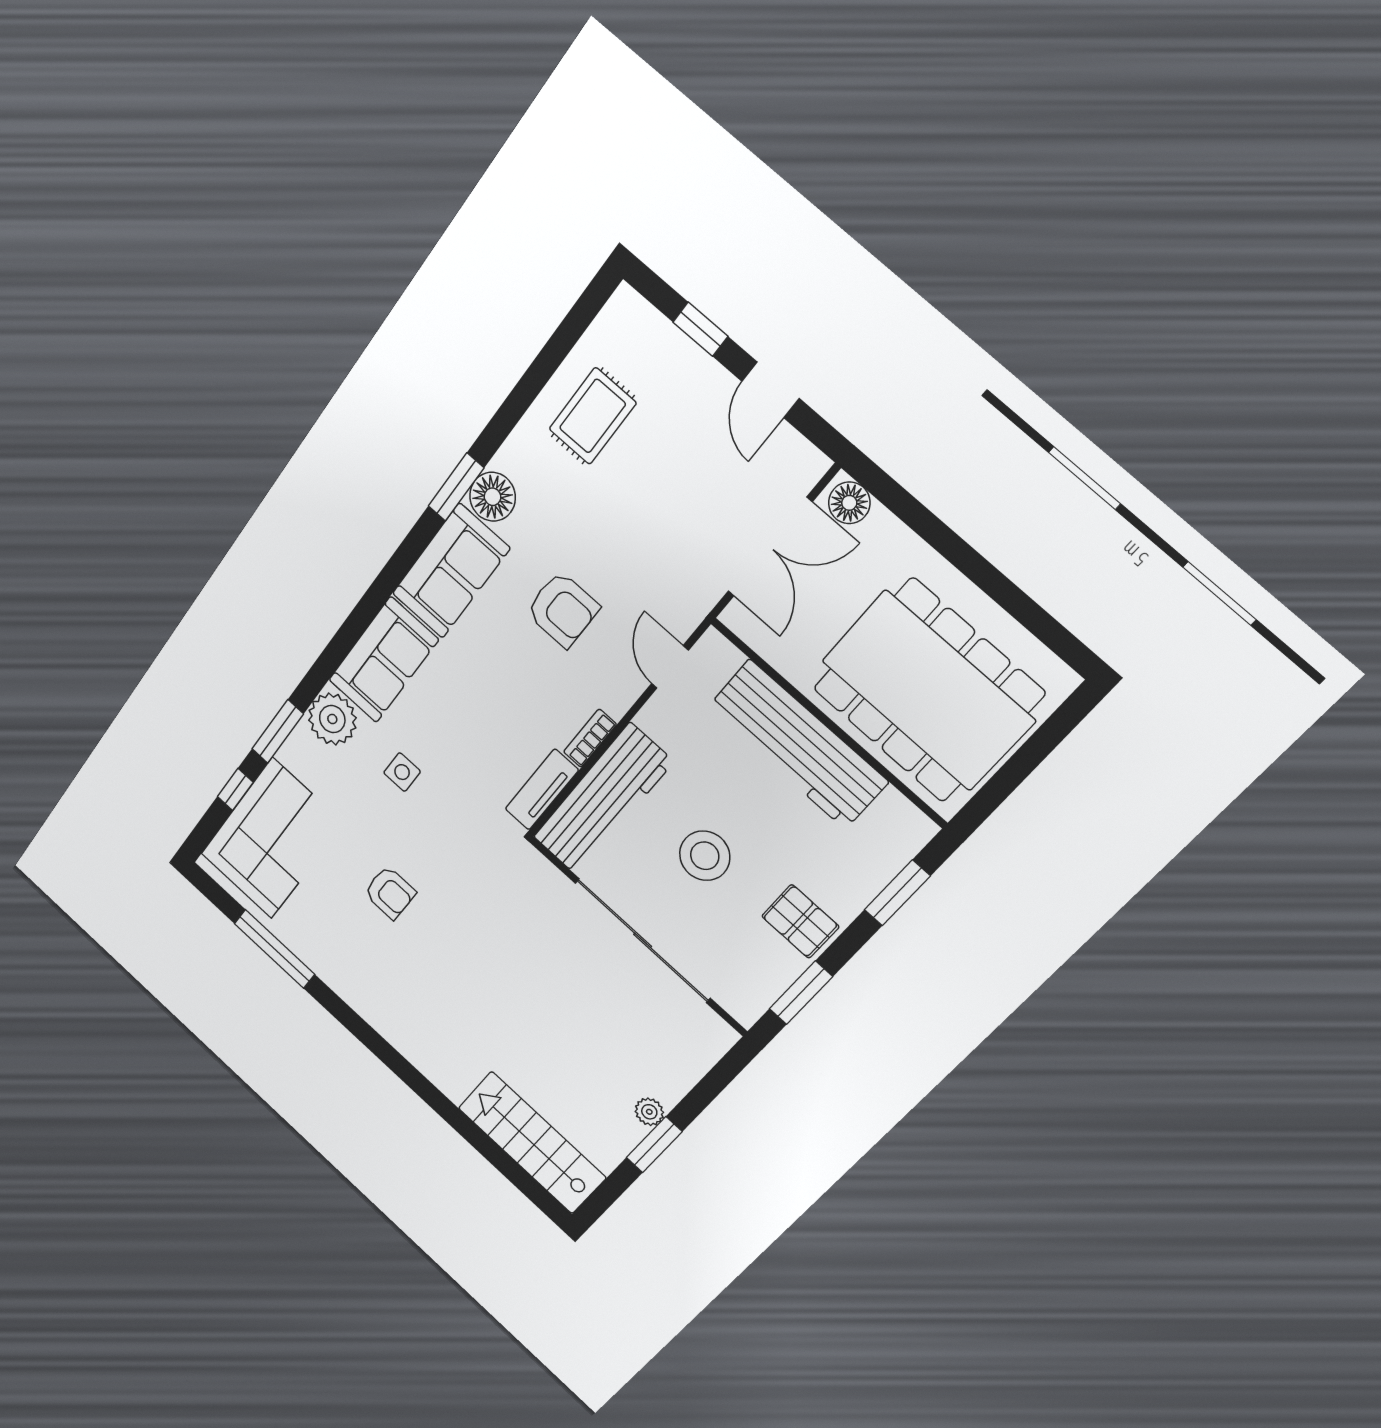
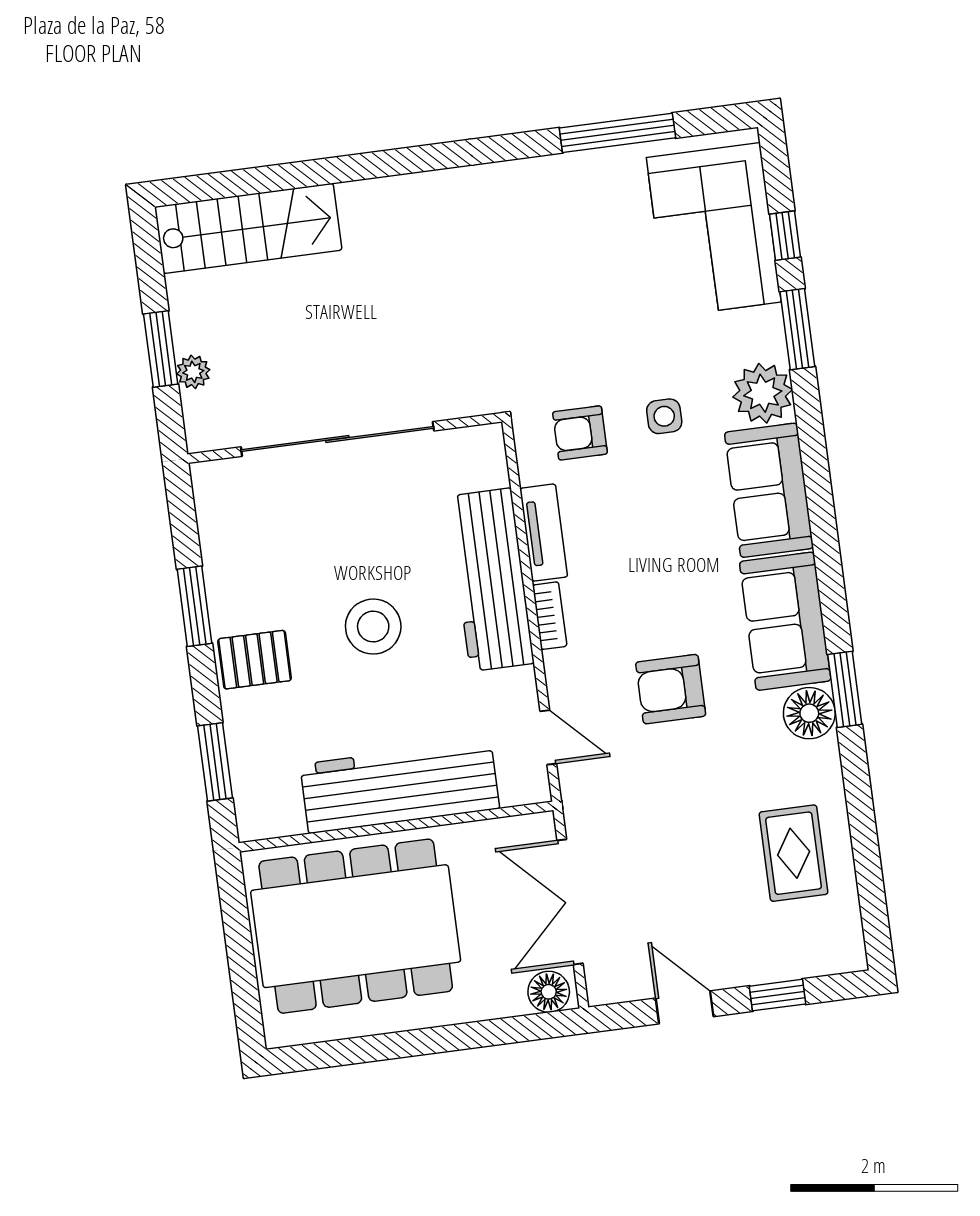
armchair: (390, 893) -> (580, 433), moved
wall: (637, 936) -> (345, 438), moved
sliding door: (643, 940) -> (337, 439), moved

